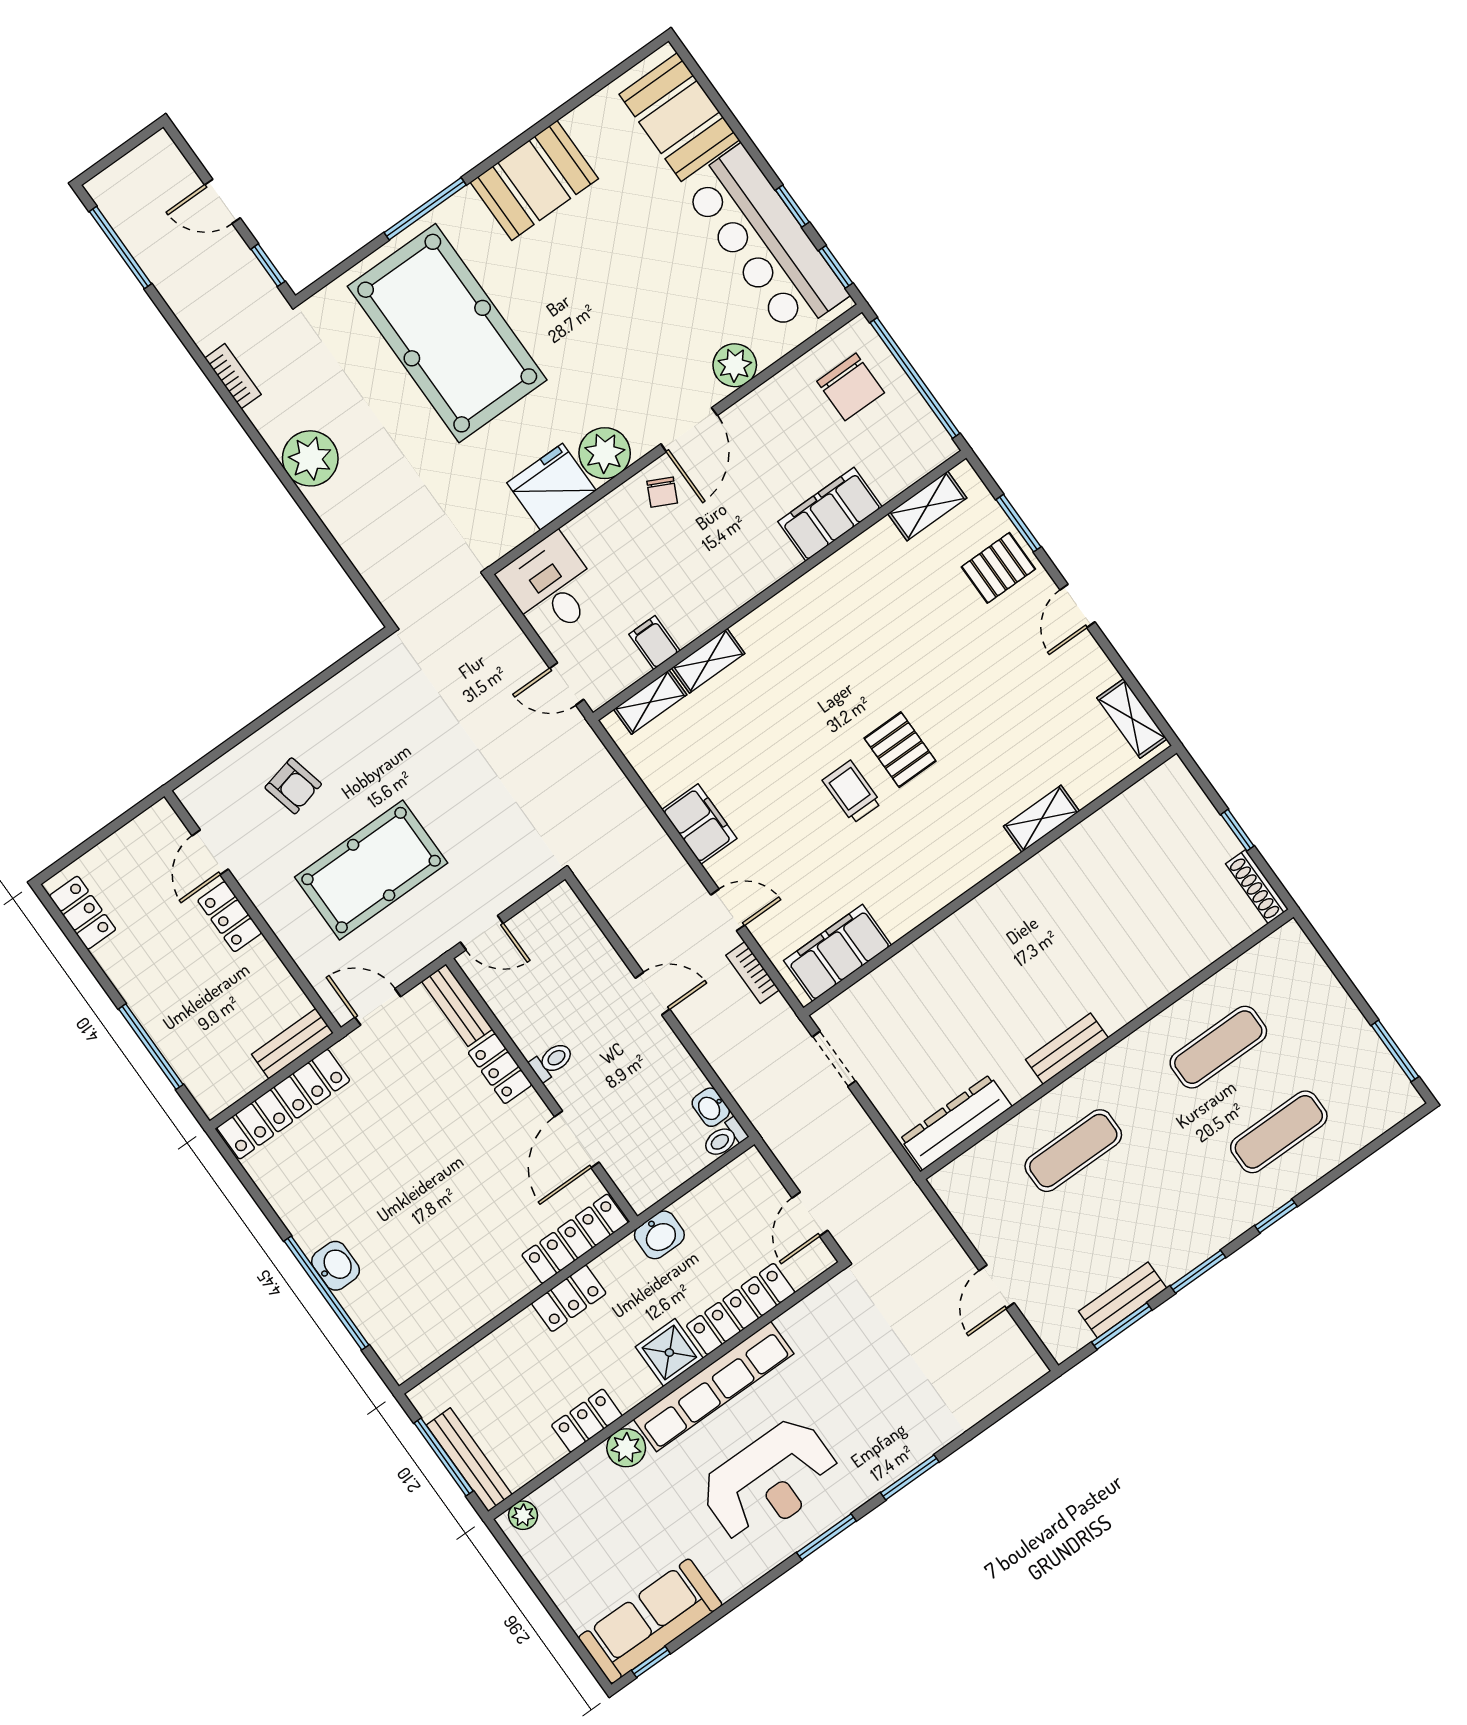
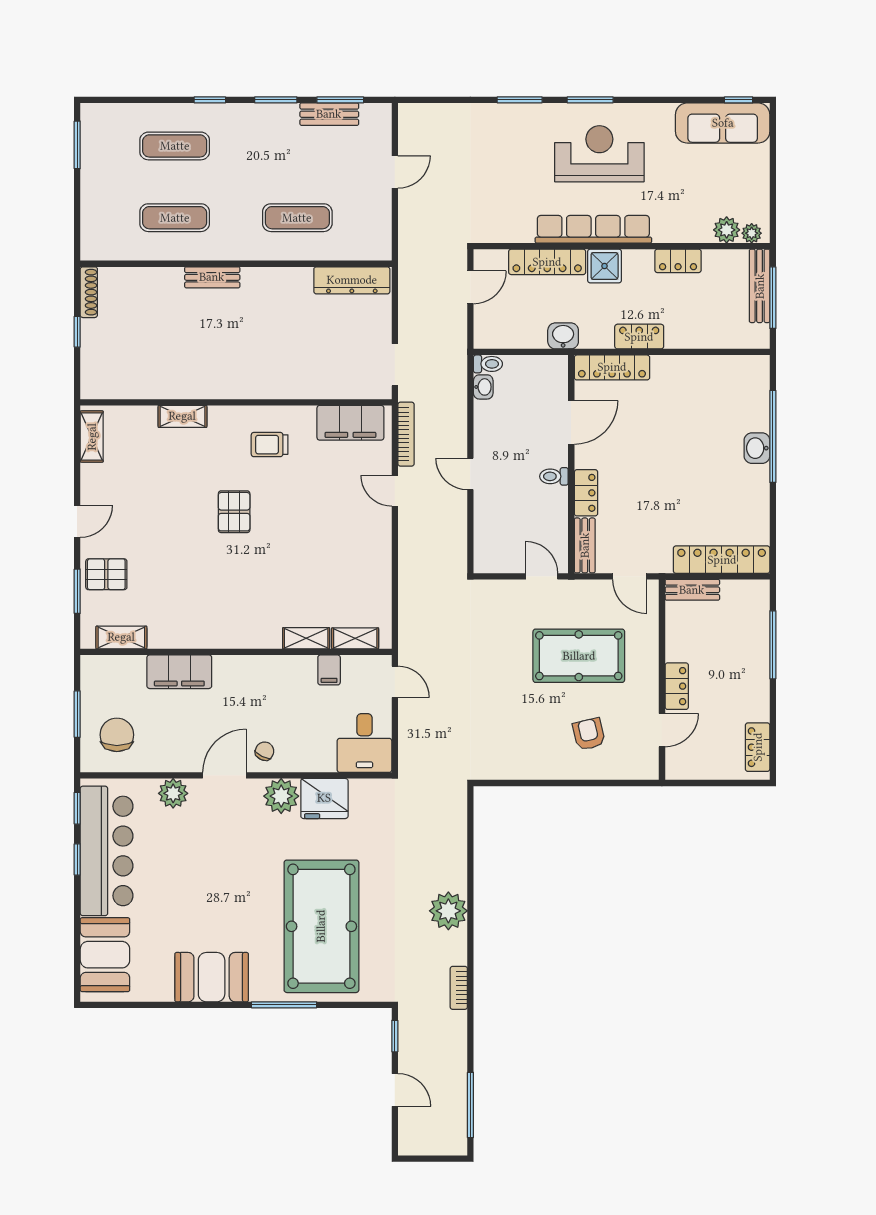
window: (915, 378) -> (77, 714), width x0.47
trolley: (852, 792) -> (270, 445), moved, turned 90
filing cabinet: (699, 824) -> (376, 550), removed
bookcase: (753, 973) -> (406, 434), width x1.56
bench: (1067, 1049) -> (212, 277), moved
plant: (626, 1448) -> (727, 230), moved

